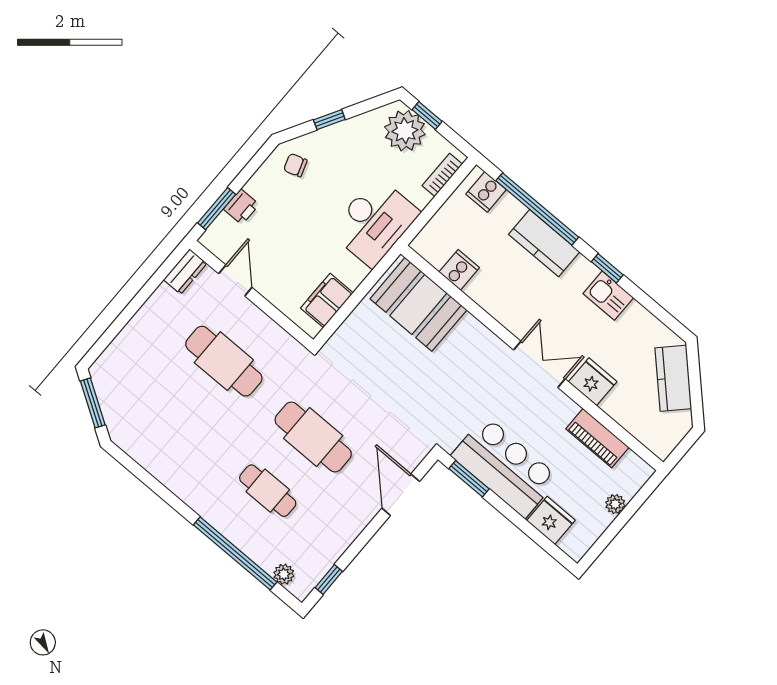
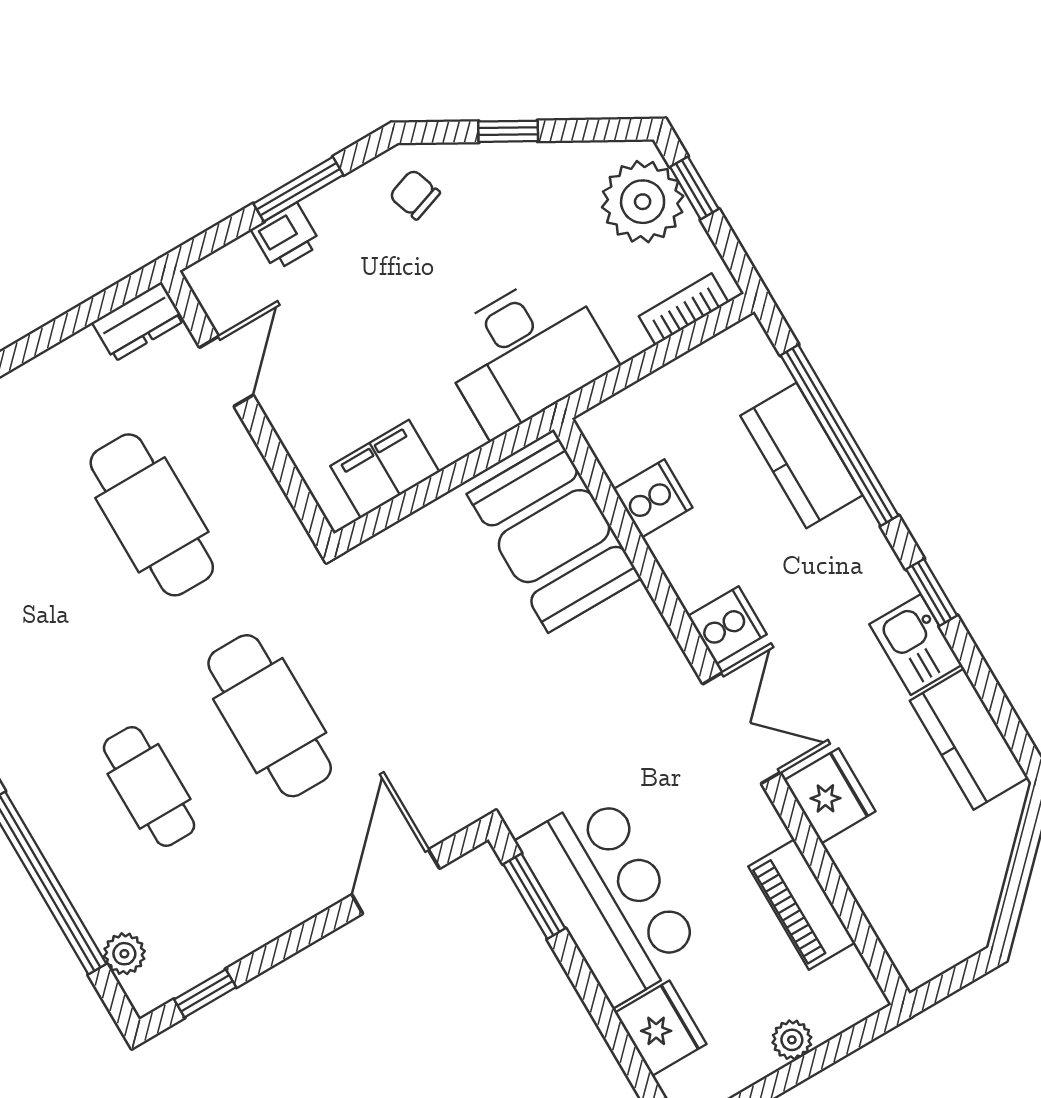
cooker: (486, 192) -> (727, 625), moved, turned 180
window: (217, 209) -> (298, 189), moved
kitchen counter: (544, 243) -> (801, 455), moved
kitchen counter: (673, 378) -> (969, 739), moved, turned -45

